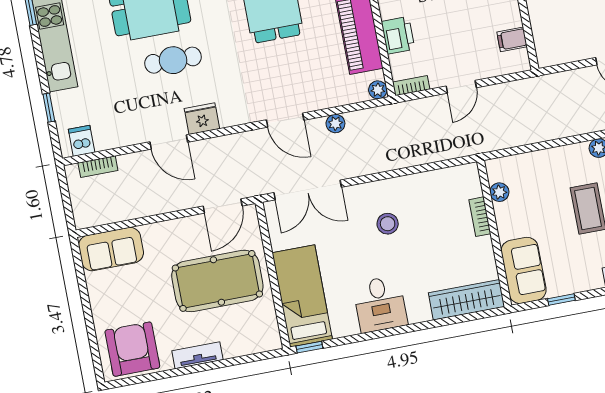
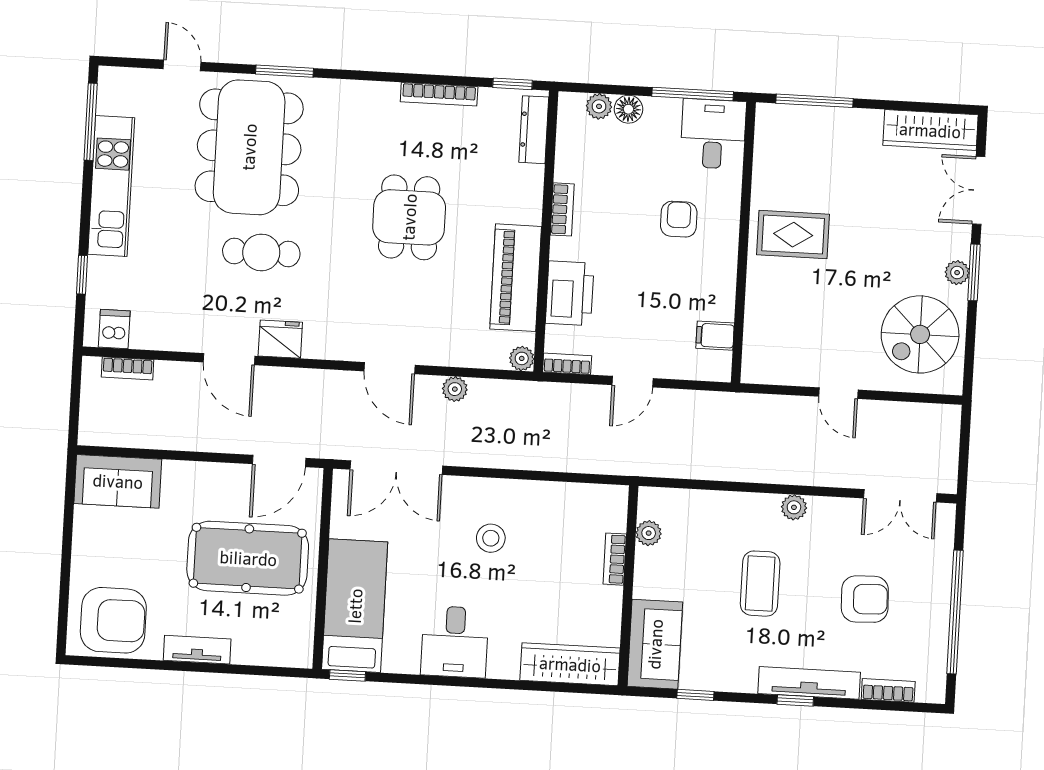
printer: (398, 35) -> (570, 293), width x1.37, depth x1.19
armchair: (132, 349) -> (113, 620), turned 90

